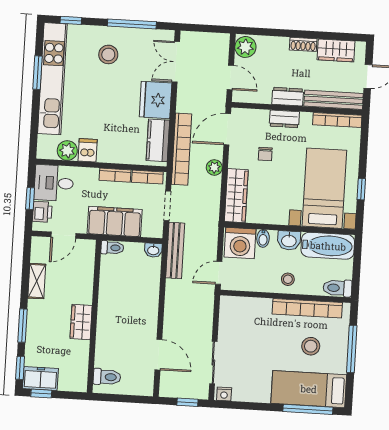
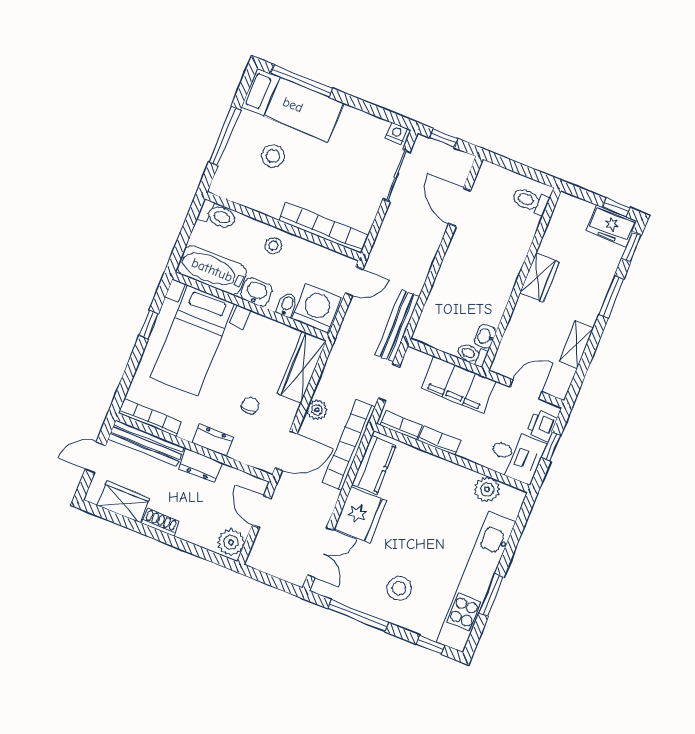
dishwasher: (88, 150) -> (462, 481), removed
washbasin: (153, 250) -> (485, 336), moved, turned -90
bookcase: (307, 308) -> (323, 228), moved

